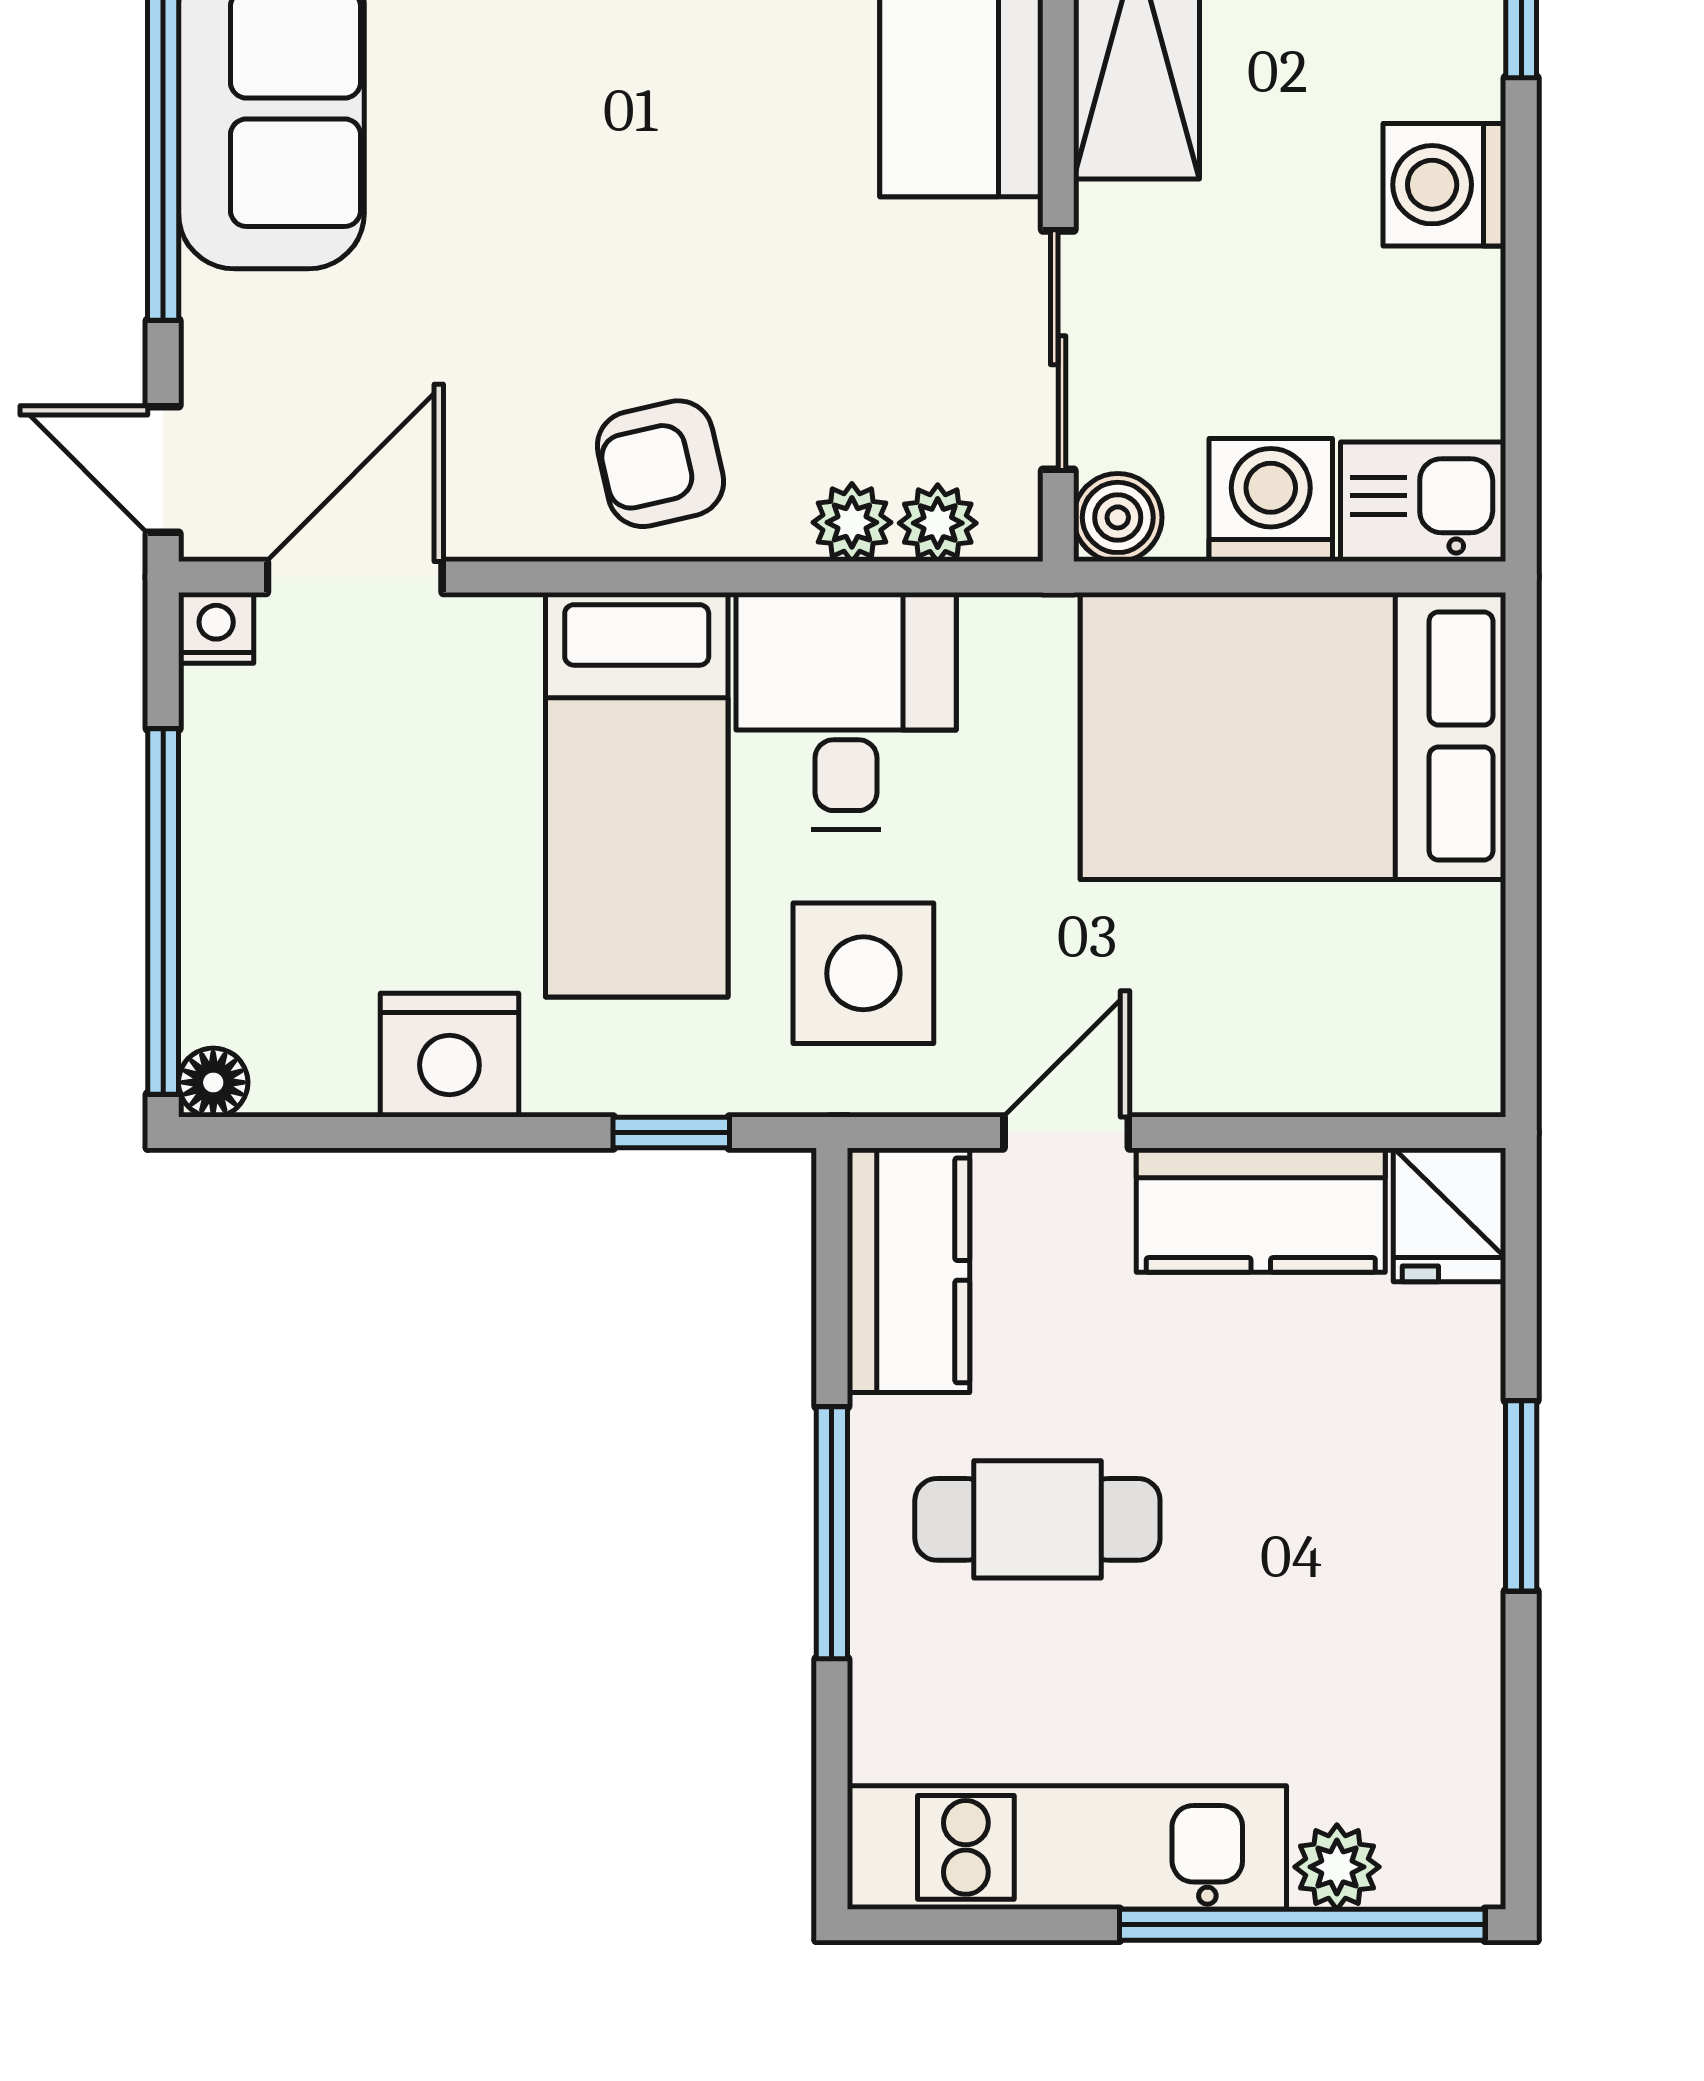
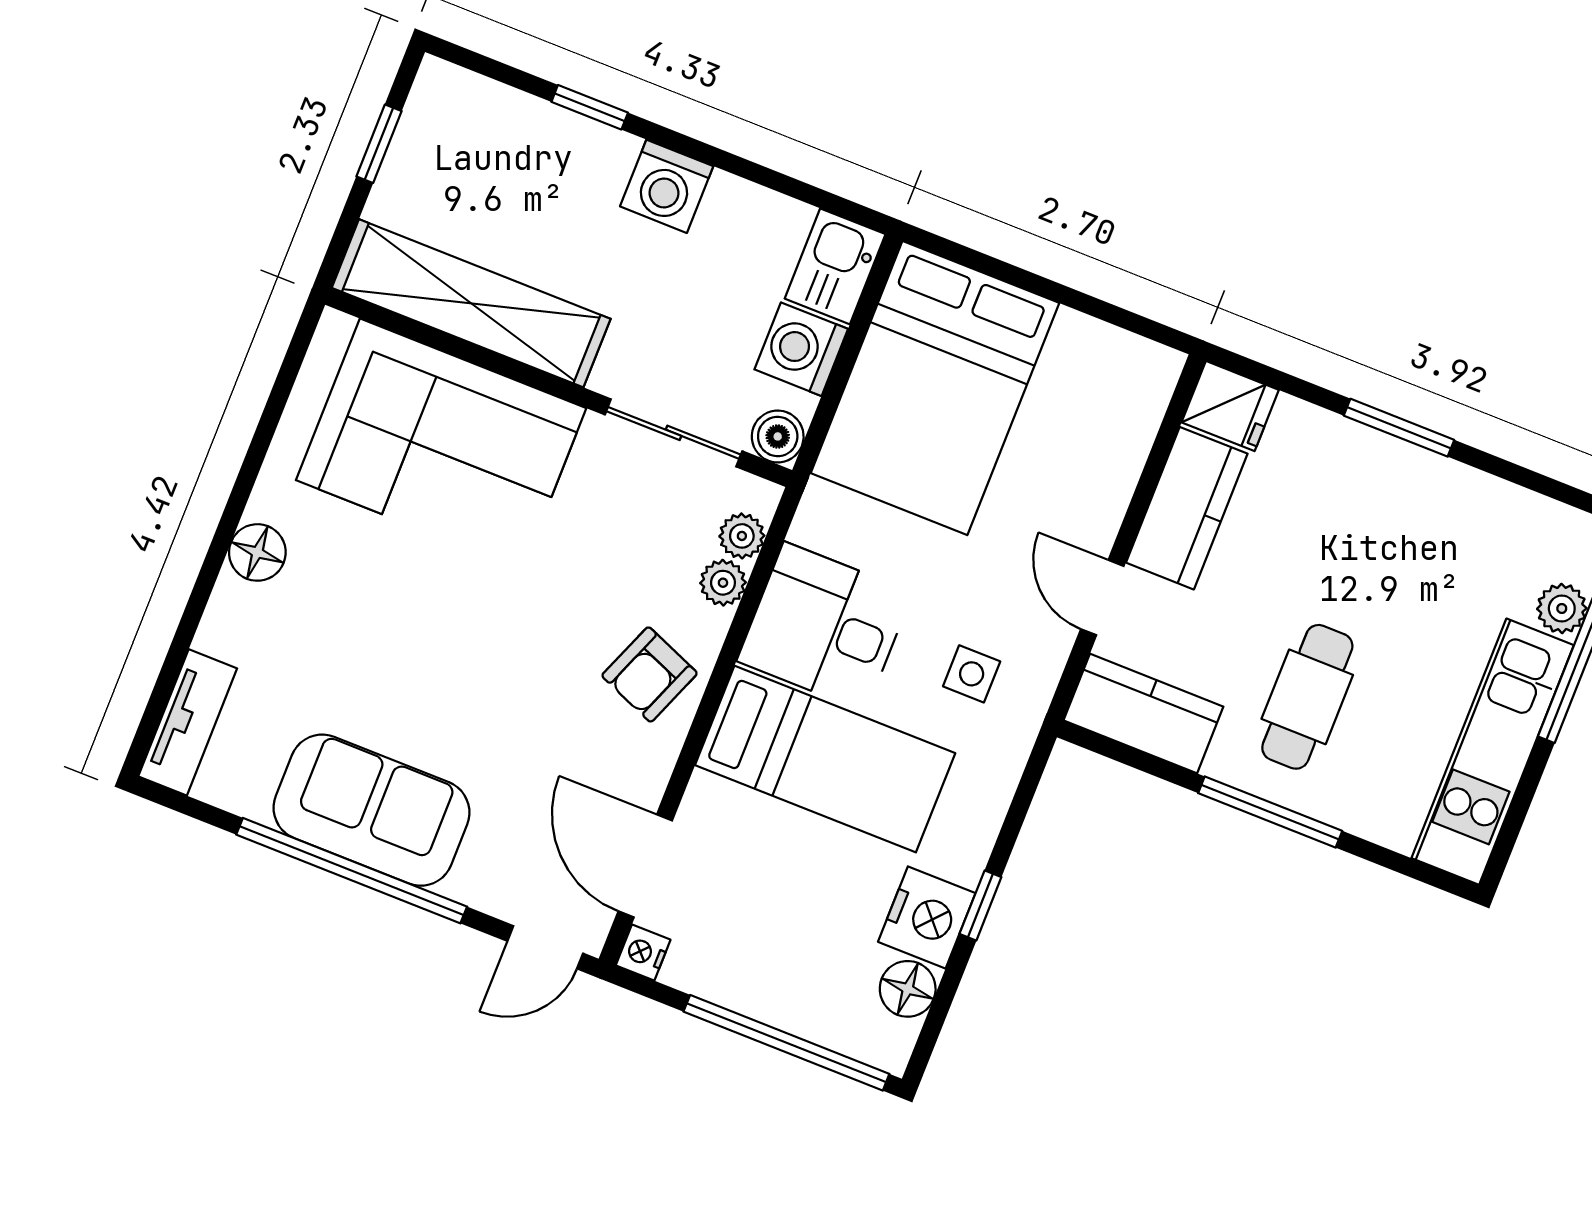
armchair: (660, 464) -> (650, 674), turned 35
side table: (863, 973) -> (972, 674), width x0.54, depth x0.54
floor lamp: (213, 1082) -> (908, 989), moved, width x1.37, depth x1.37
window: (671, 1133) -> (980, 906), moved

